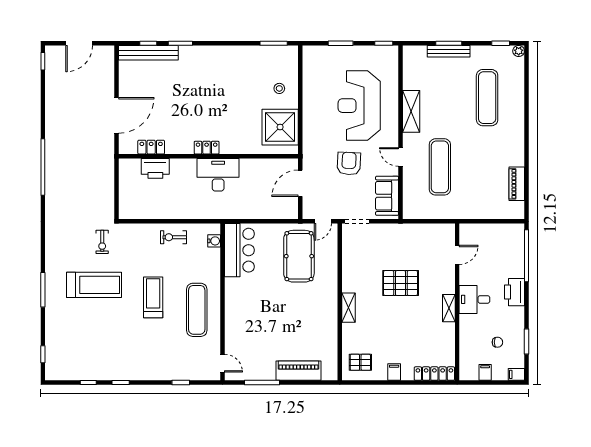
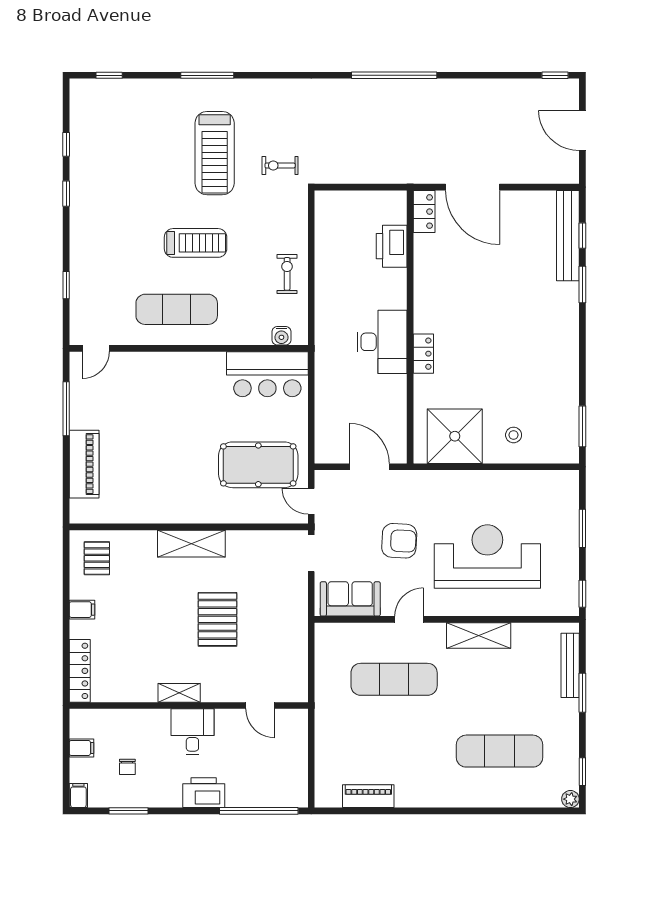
bench: (449, 51) -> (570, 665), moved
locker: (151, 147) -> (424, 212), moved
locker: (207, 148) -> (423, 354), moved
shelving: (349, 308) -> (191, 544), width x1.50, depth x1.33

